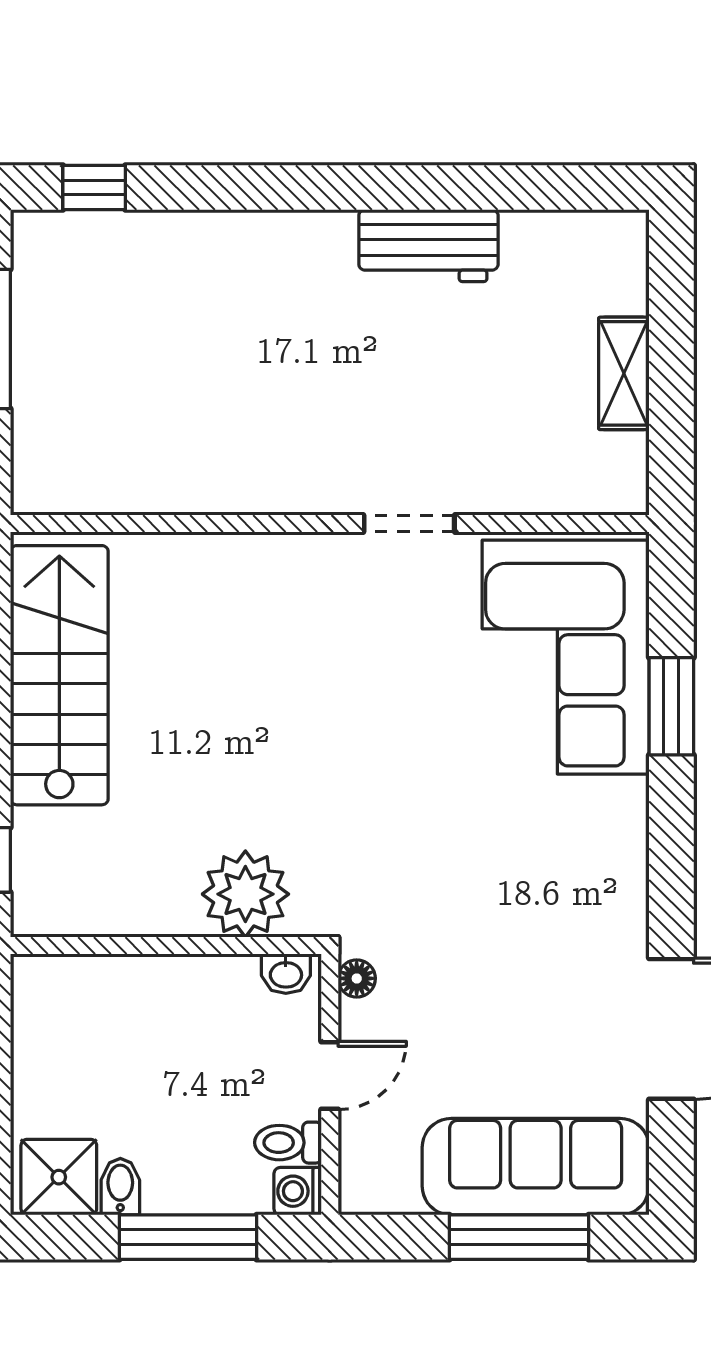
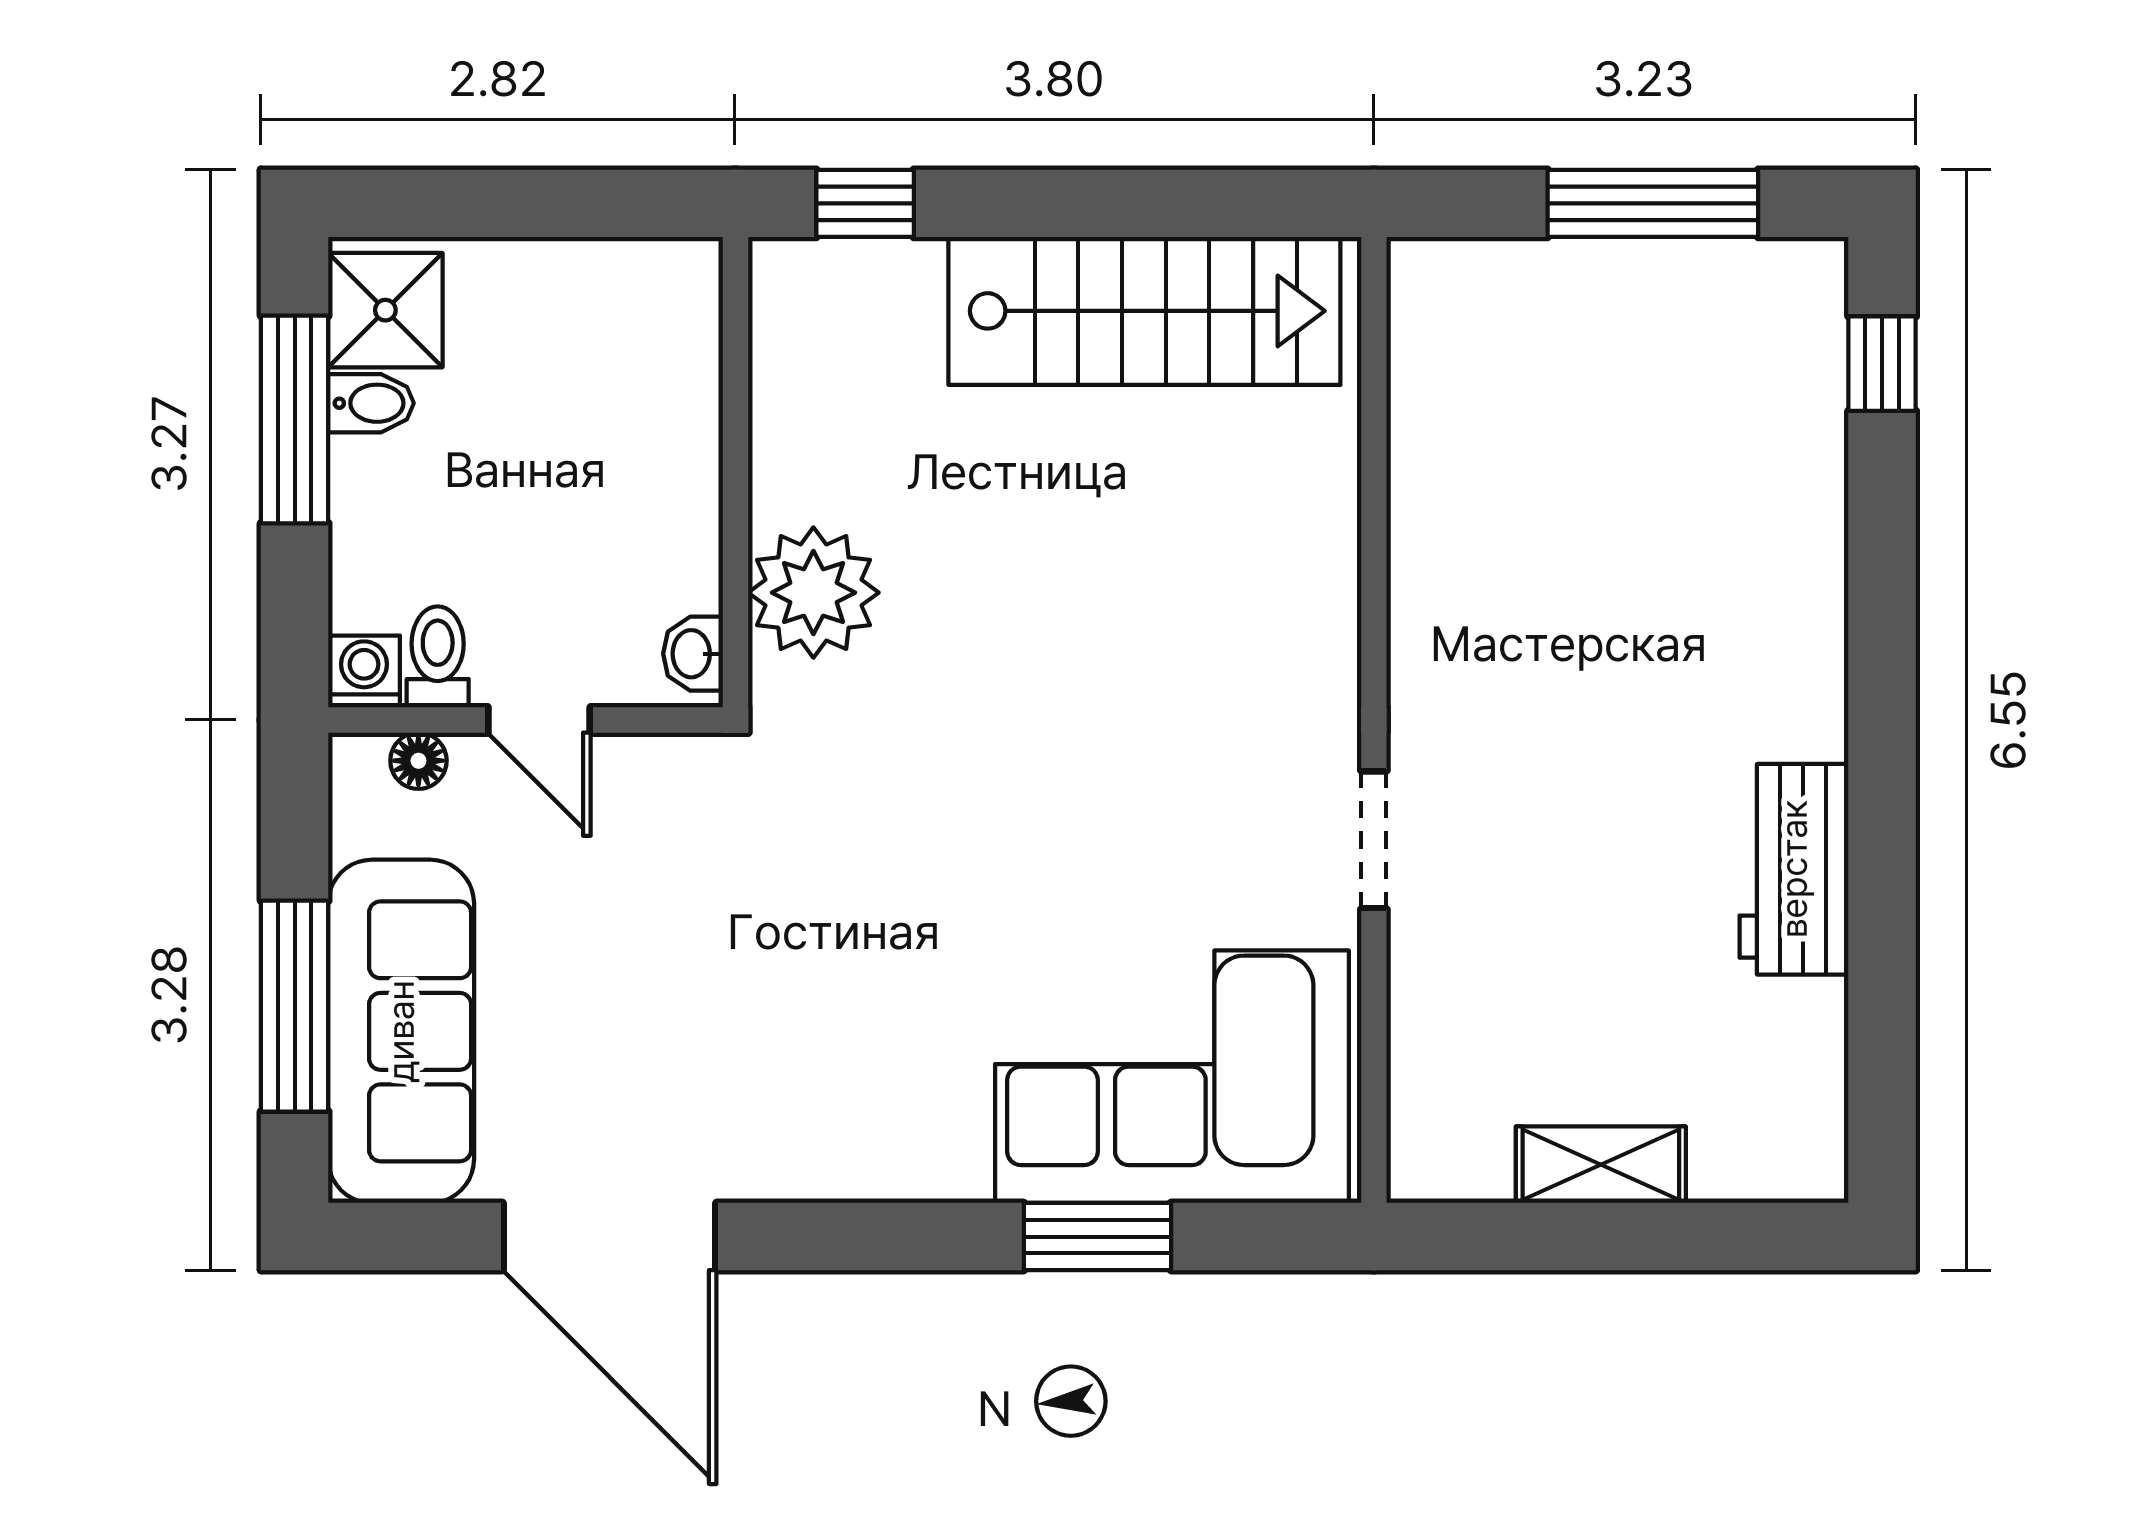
floor lamp: (357, 978) -> (418, 761), moved
window: (188, 1237) -> (295, 420), moved

